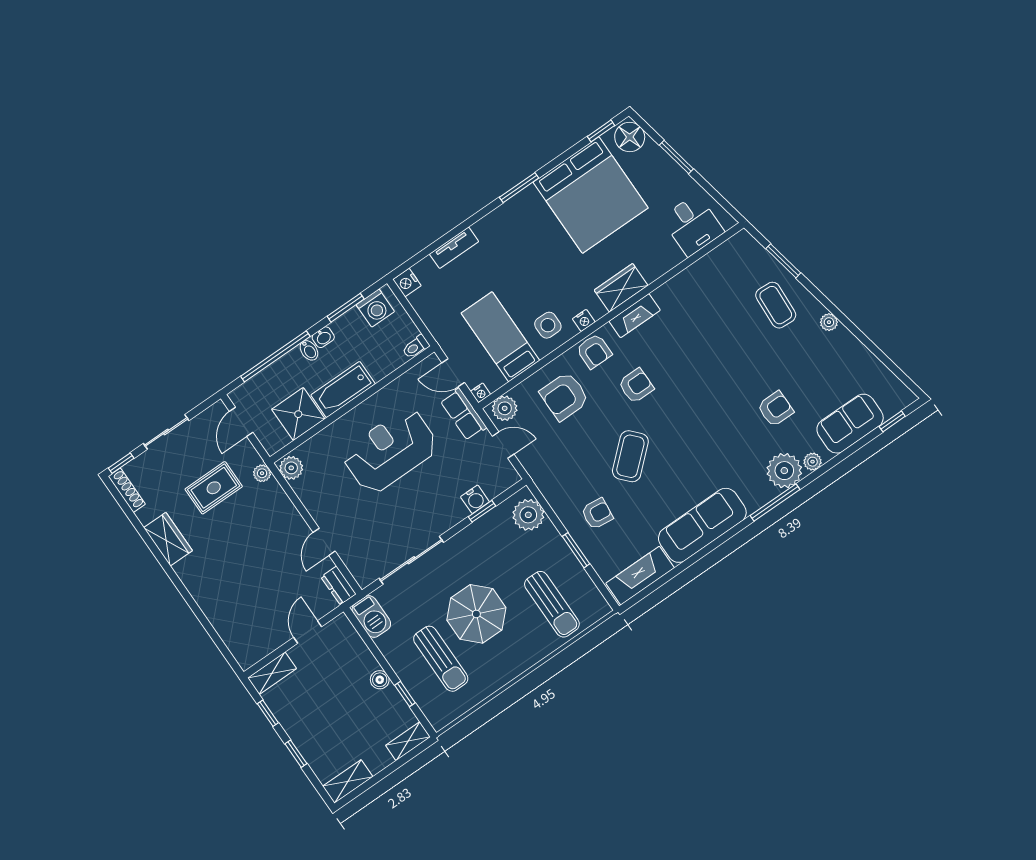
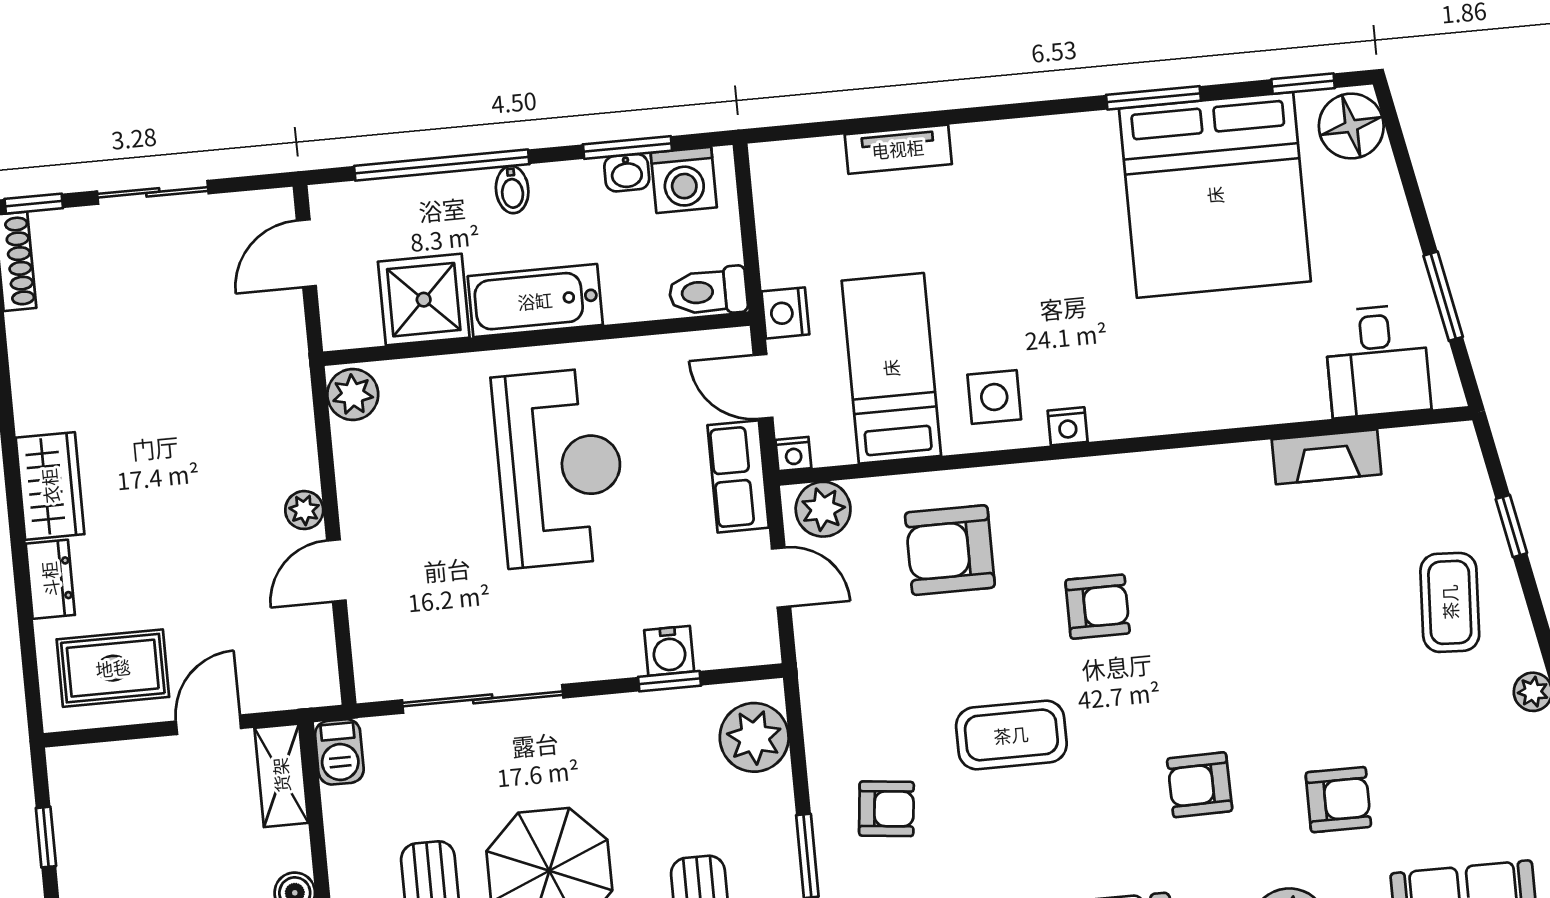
window: (676, 157) -> (1443, 296), moved
window: (519, 188) -> (1153, 98), moved
window: (783, 261) -> (1511, 526), width x0.67
nightstand: (407, 283) -> (785, 313), moved
wardrobe: (621, 288) -> (1174, 404), removed
fireplace: (635, 316) -> (1326, 457), moved
washbasin: (323, 337) -> (627, 173), moved
toilet: (416, 347) -> (708, 292), width x1.37, depth x1.39
armchair: (594, 351) -> (1200, 785), moved, turned 89
reception desk: (390, 451) -> (560, 468), turned 90
coffee table: (630, 456) -> (1011, 735), turned 42
plant: (262, 473) -> (304, 510), moved
rug: (214, 488) -> (113, 668), moved
wardrobe: (168, 539) -> (50, 486), moved
dresser: (338, 586) -> (50, 579), moved, turned 180
barbecue: (371, 616) -> (339, 752), width x0.73, depth x0.79
shelving: (272, 673) -> (281, 775), moved, turned 90

